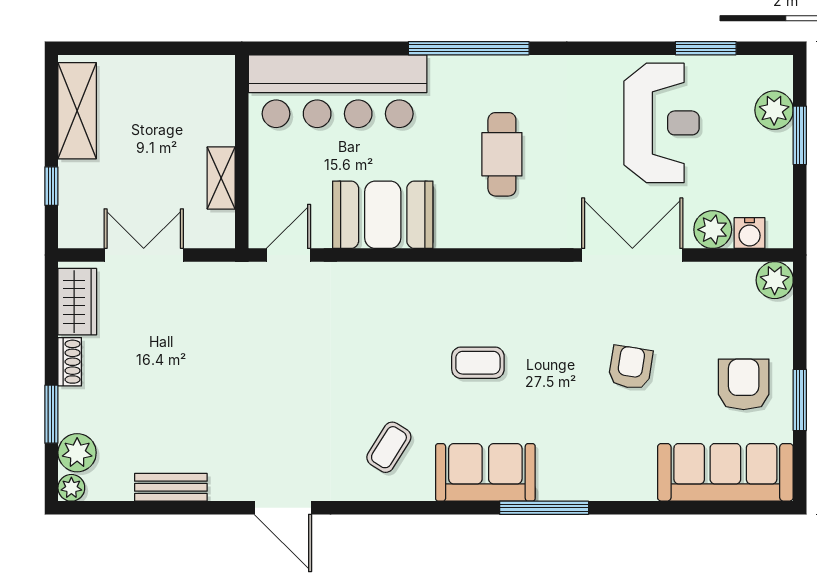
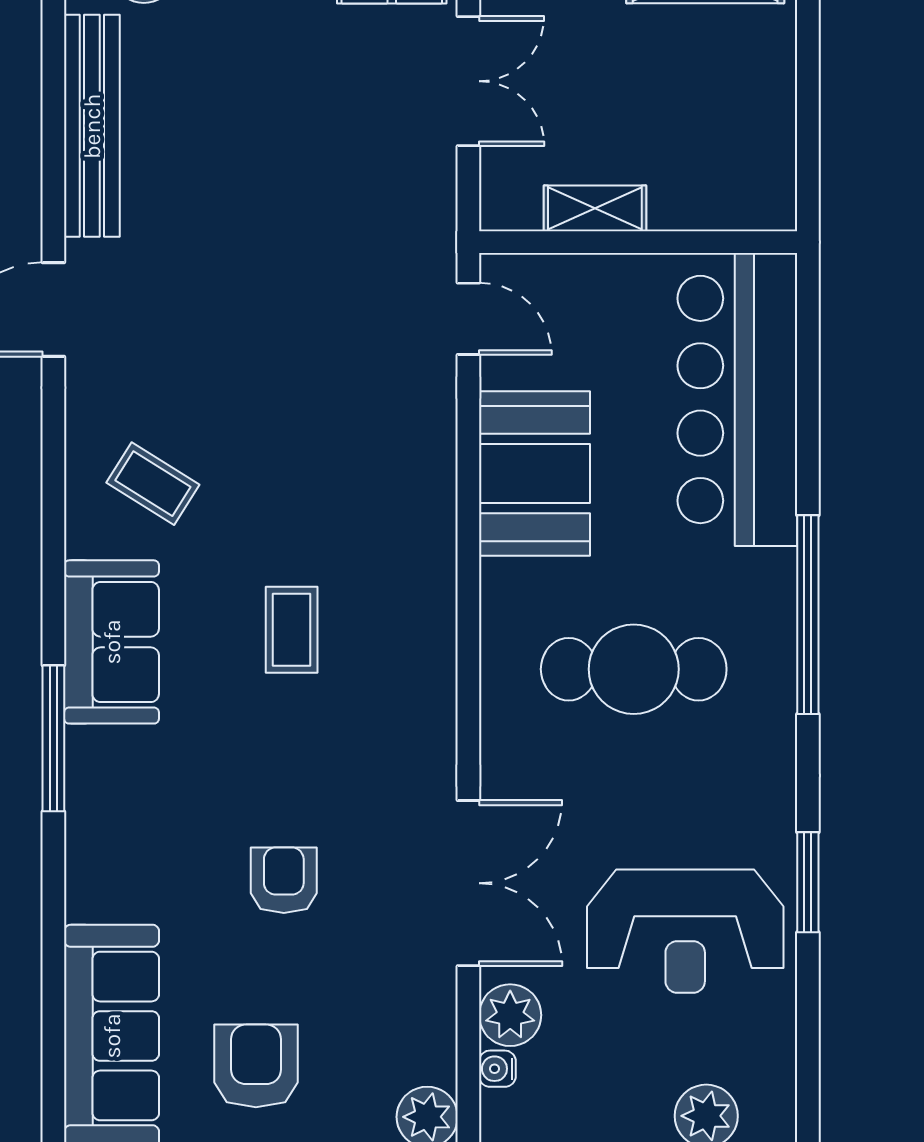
window: (706, 48) -> (808, 882), moved
cafe table: (502, 154) -> (634, 669), width x1.37, depth x1.35
water cooler: (750, 233) -> (497, 1069), width x0.72, depth x0.72
armchair: (631, 367) -> (284, 880), turned -99
armchair: (744, 384) -> (256, 1066), turned -90
bench: (171, 487) -> (92, 126), width x1.86, depth x1.21

